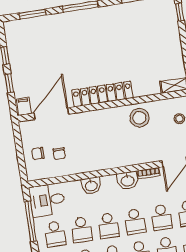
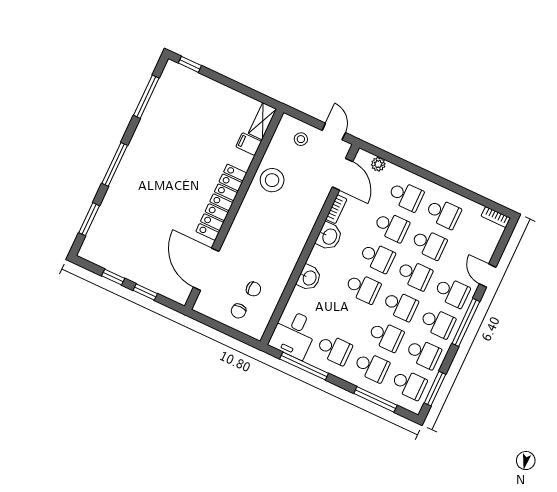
filing cabinet: (24, 106) -> (249, 144), moved
school desk: (82, 230) -> (349, 319), removed

